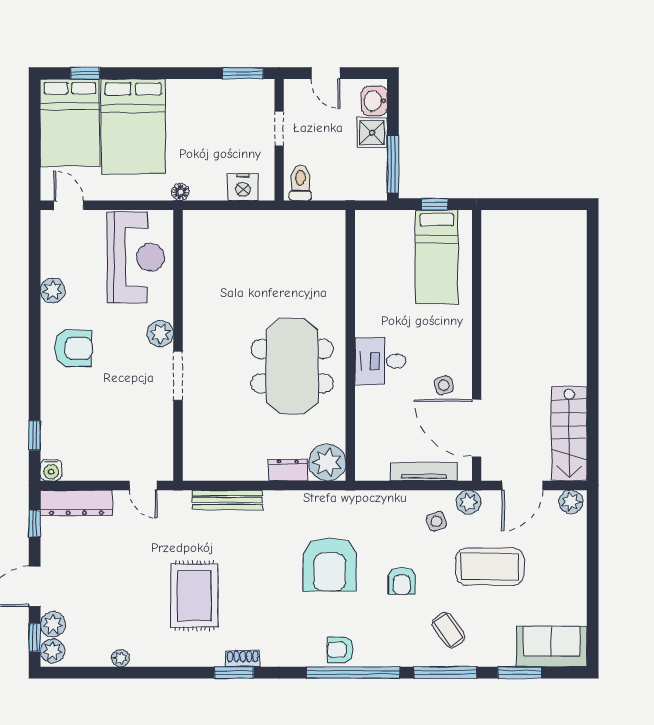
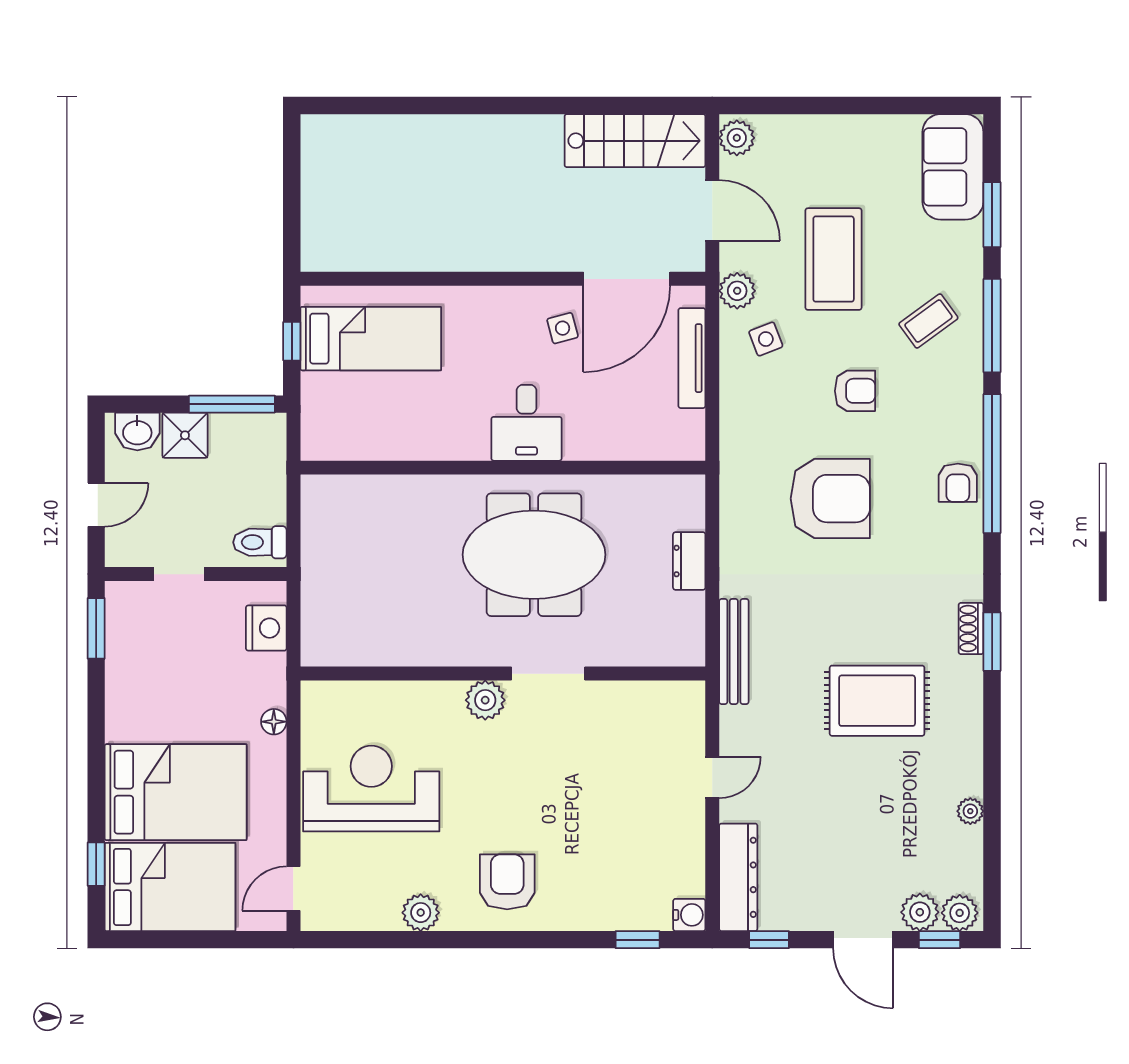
plant: (160, 334) -> (485, 700), moved
wall: (178, 345) -> (503, 674), moved
doorway: (178, 376) -> (548, 674), moved
plant: (327, 462) -> (678, 502), removed

